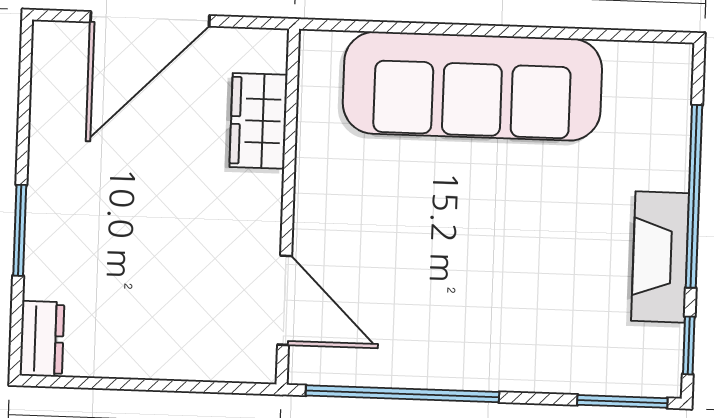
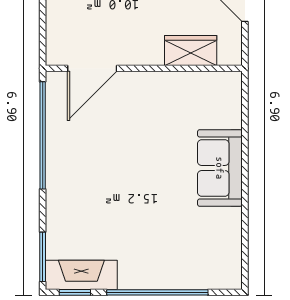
sofa: (472, 86) -> (220, 168), width x0.54, depth x0.79
fireplace: (660, 257) -> (81, 275), moved

